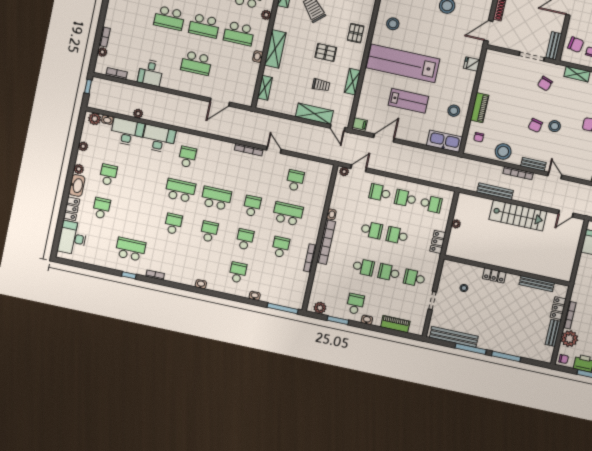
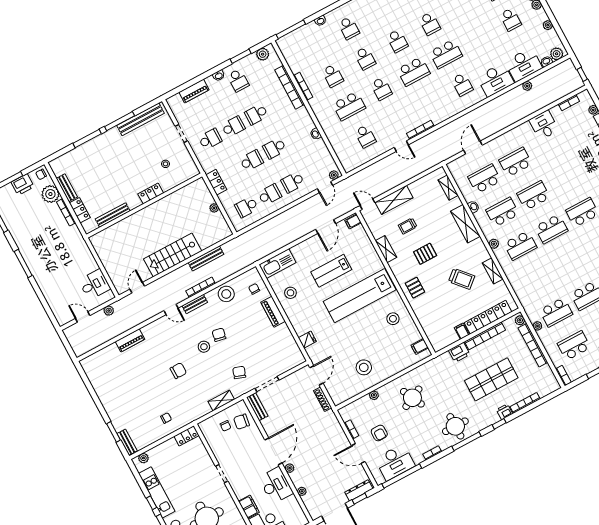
school desk: (169, 18) -> (485, 179), moved
lab bench: (403, 63) -> (360, 296), turned 180
school desk: (380, 193) -> (293, 182), turned 180
bookcase: (326, 242) -> (290, 87), moved

